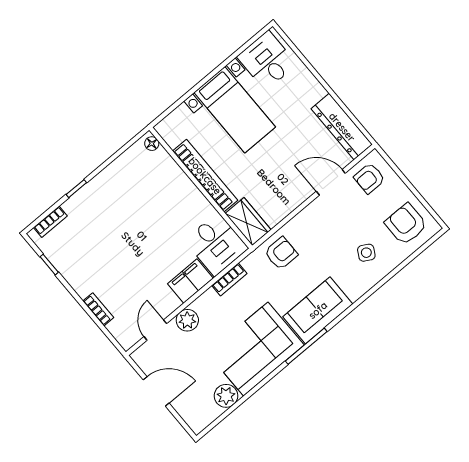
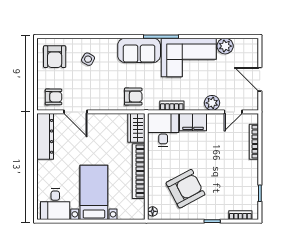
armchair: (136, 200) -> (185, 189), added
armchair: (281, 253) -> (133, 97), turned 180
bookcase: (98, 309) -> (254, 142), width x1.56

